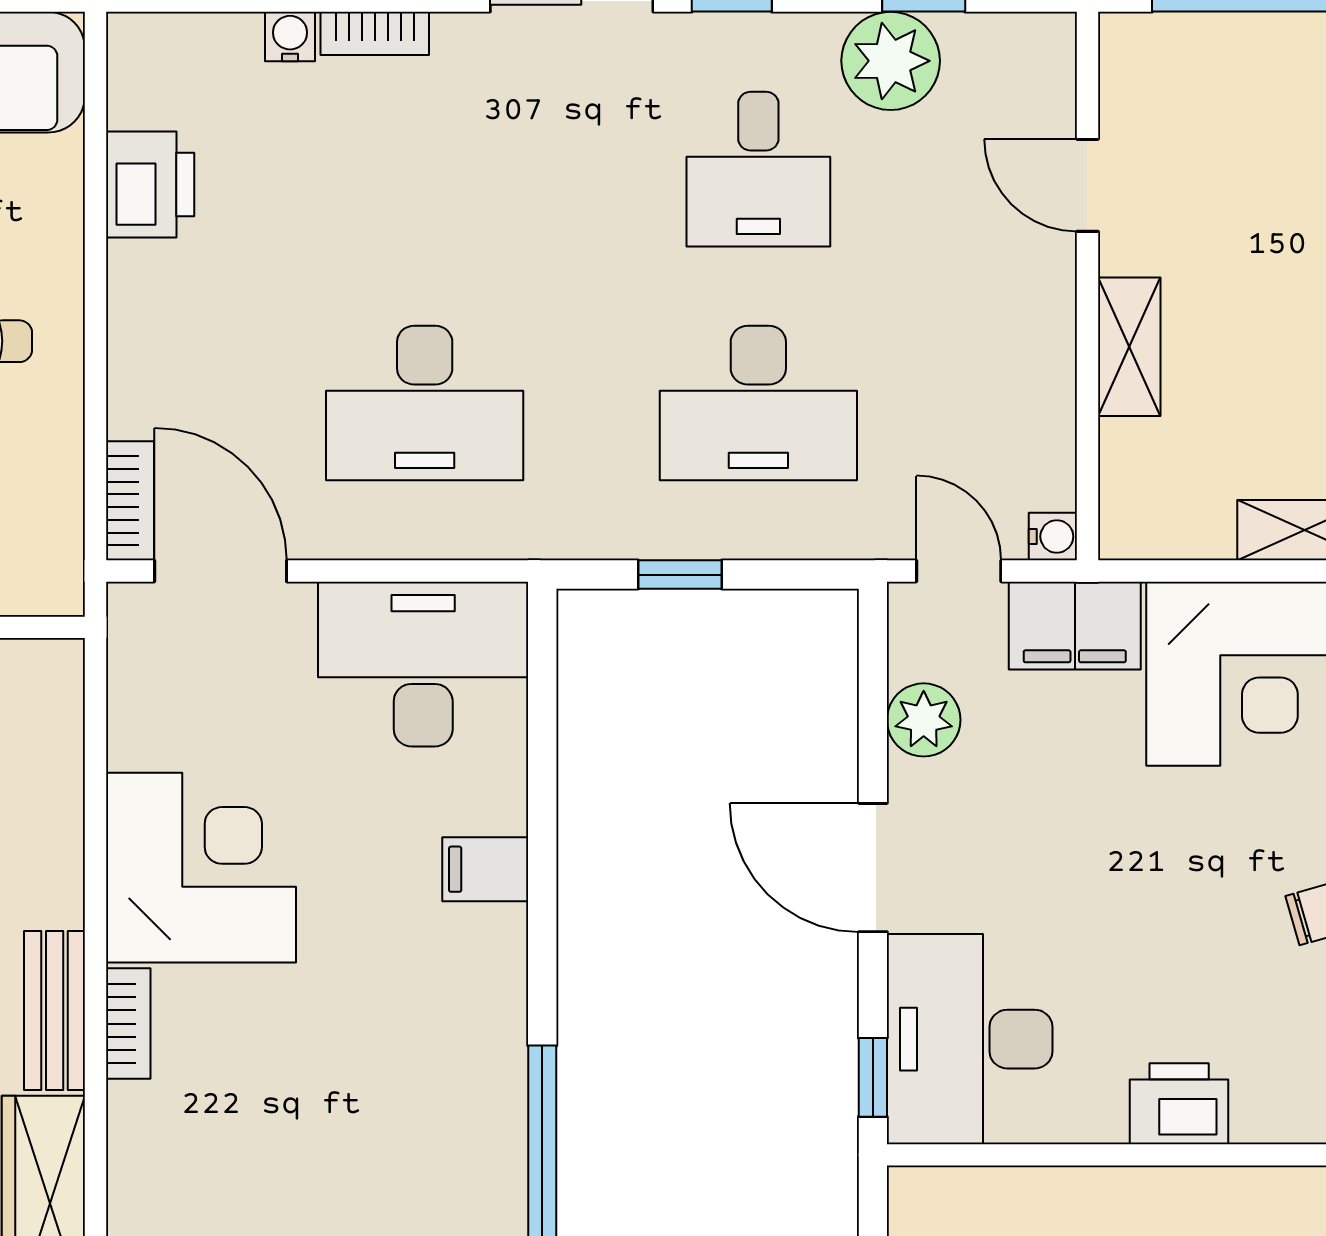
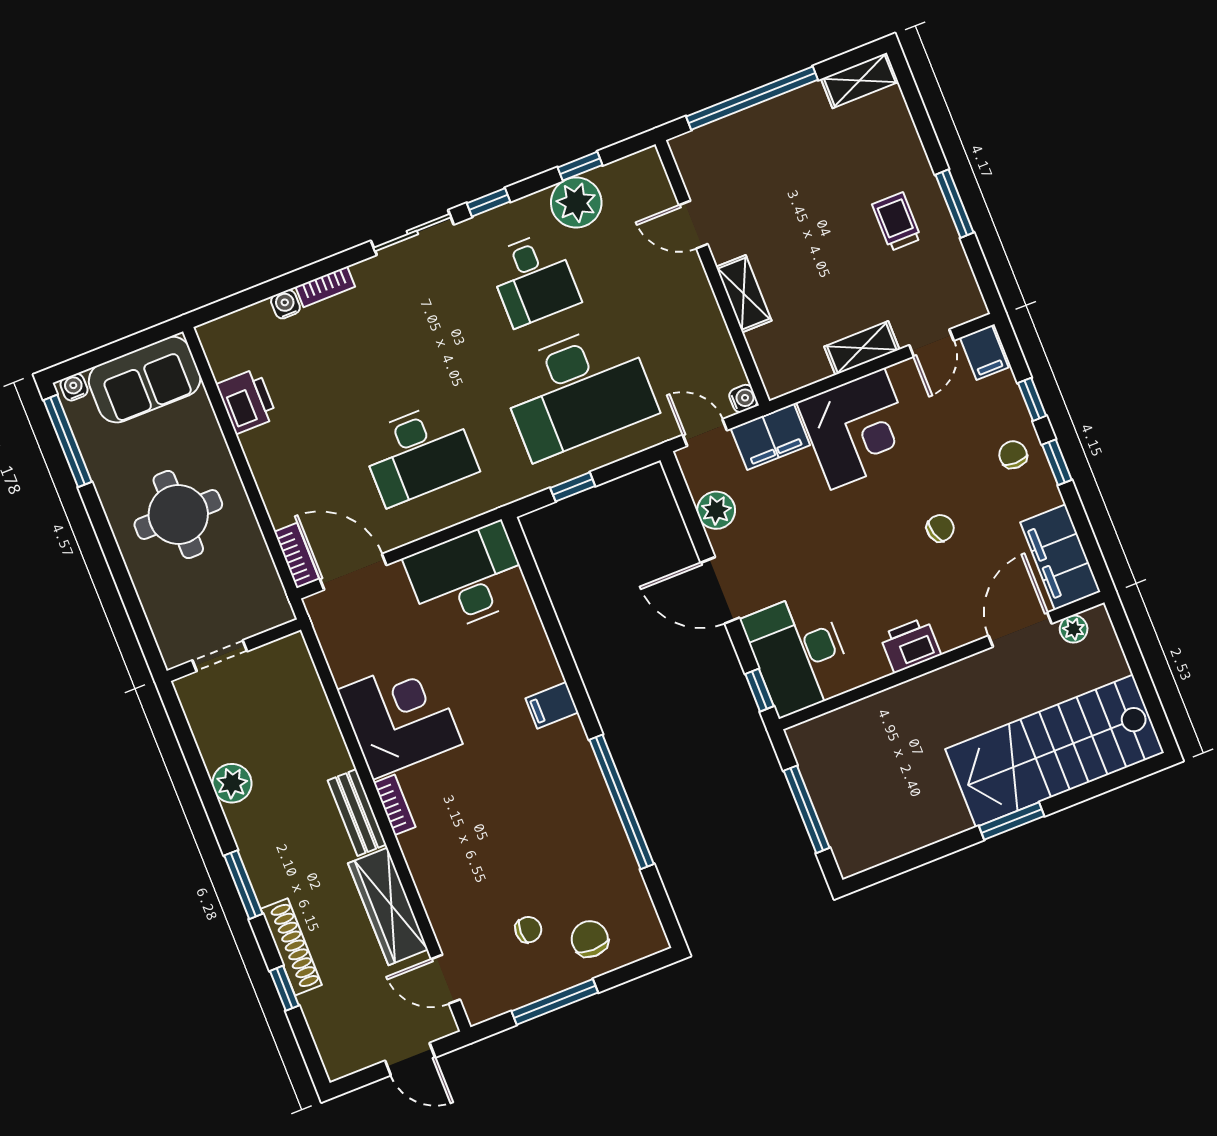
desk: (758, 403) -> (578, 390), width x1.36, depth x1.30
filing cabinet: (485, 869) -> (552, 705), moved

